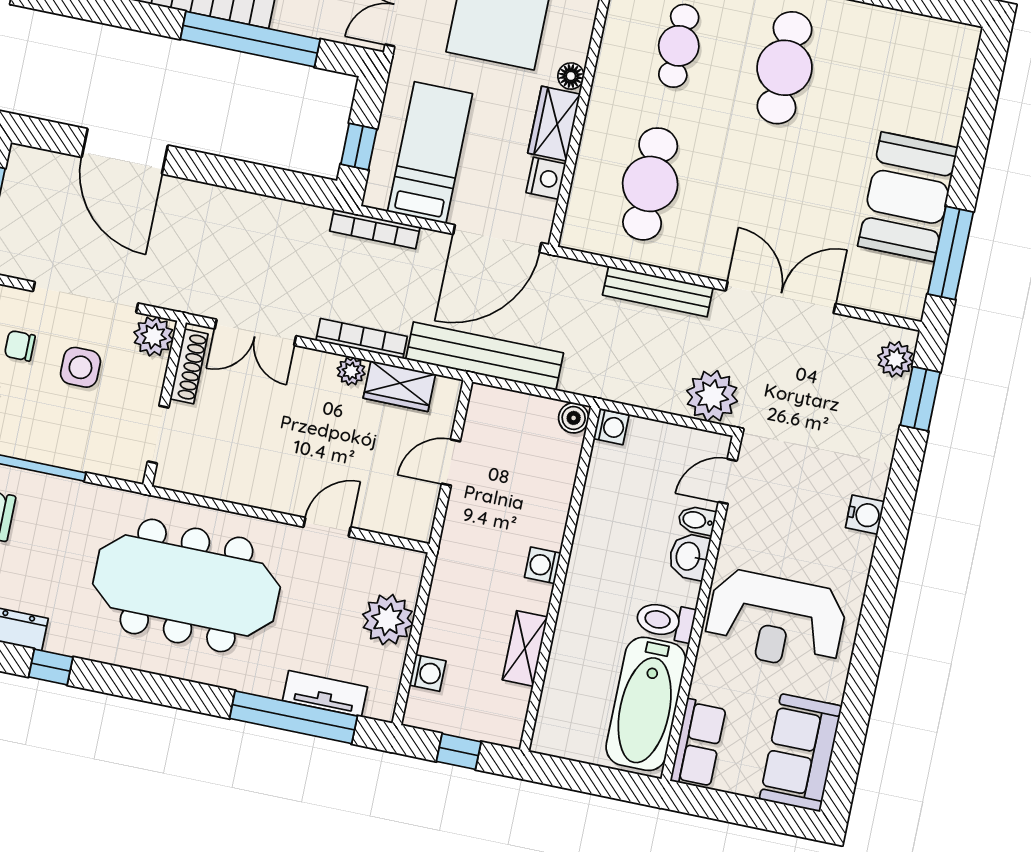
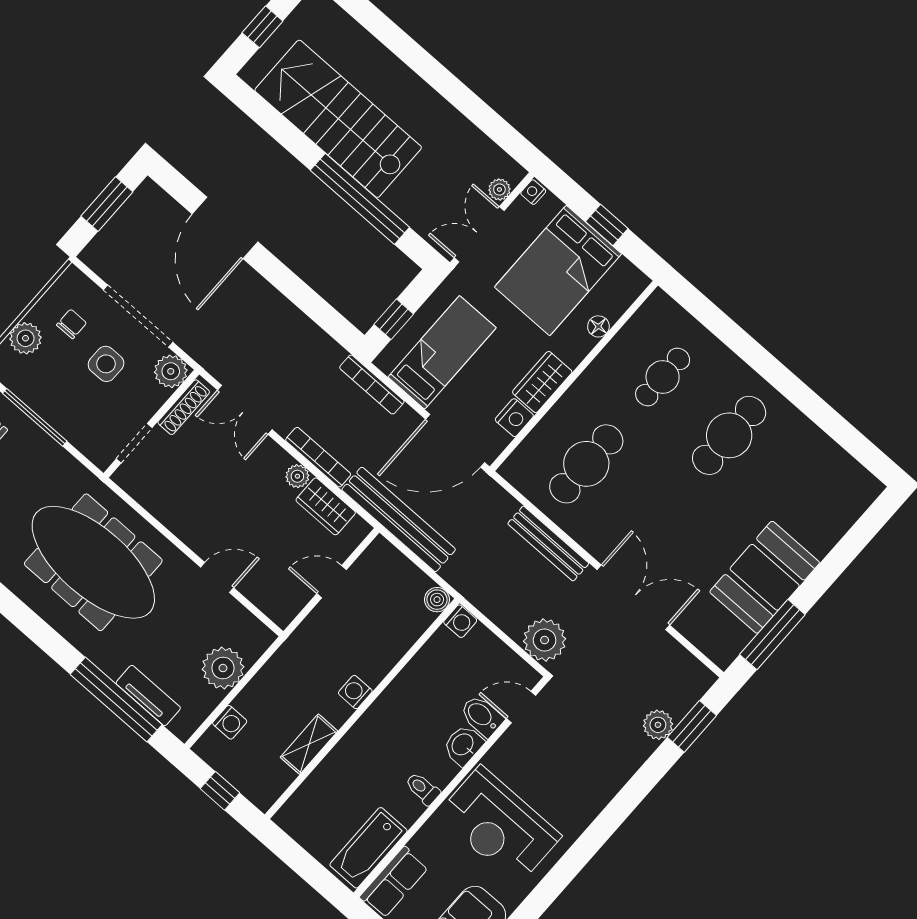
floor lamp: (571, 76) -> (598, 326), moved
chair: (20, 346) -> (72, 324), turned 90
plant: (896, 359) -> (658, 725), moved
water cooler: (865, 515) -> (605, 786), removed
bidet: (697, 520) -> (482, 716), width x1.38, depth x1.36
toilet: (665, 621) -> (423, 789), width x0.73, depth x0.72
bathtub: (646, 704) -> (368, 848), width x0.73, depth x0.73

